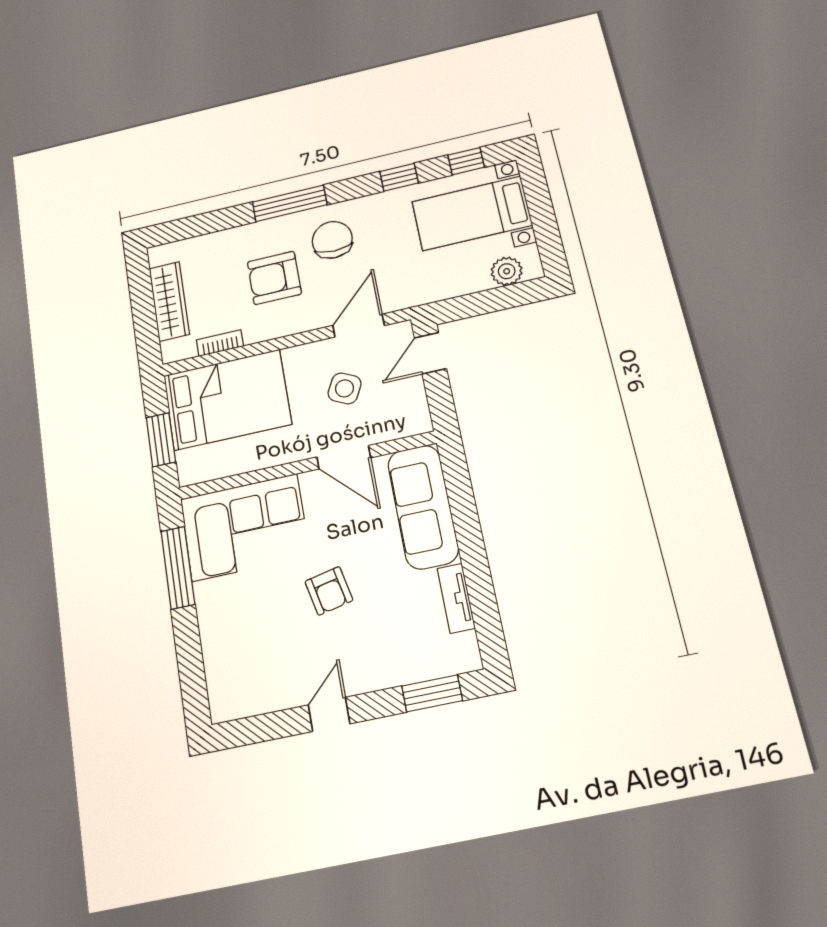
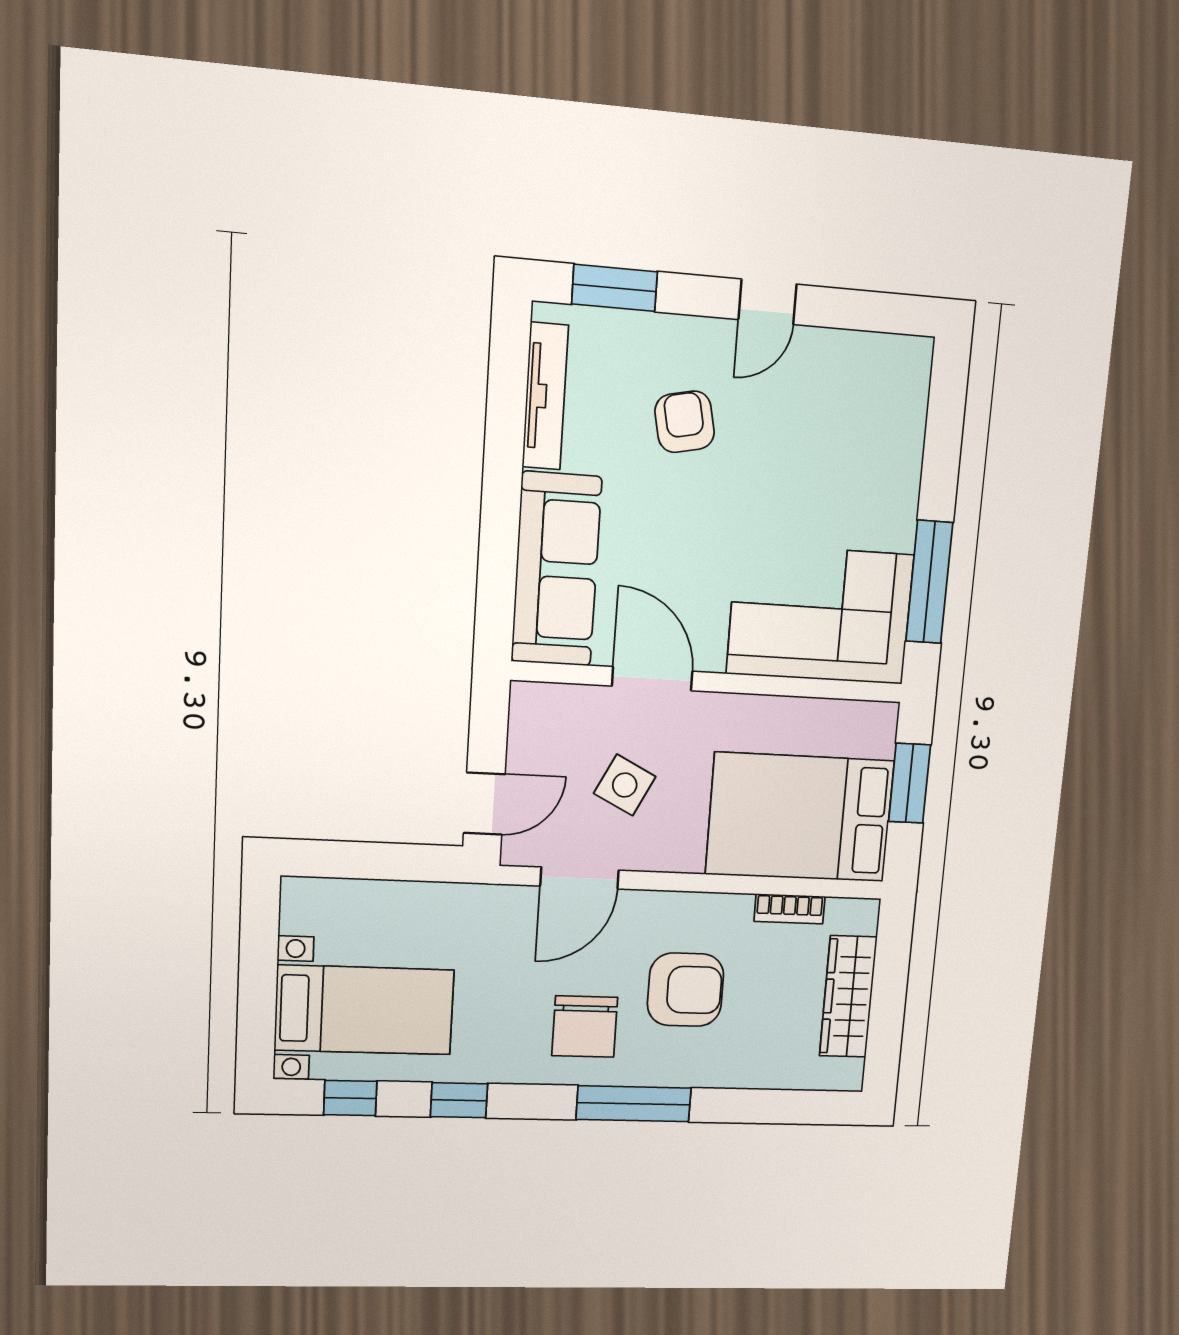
plant: (507, 271) -> (336, 901), removed
armchair: (329, 591) -> (685, 422), moved
tv unit: (456, 598) -> (545, 396), width x1.41

